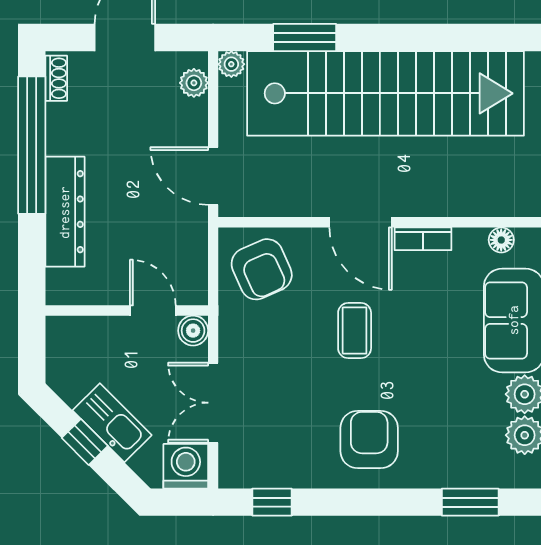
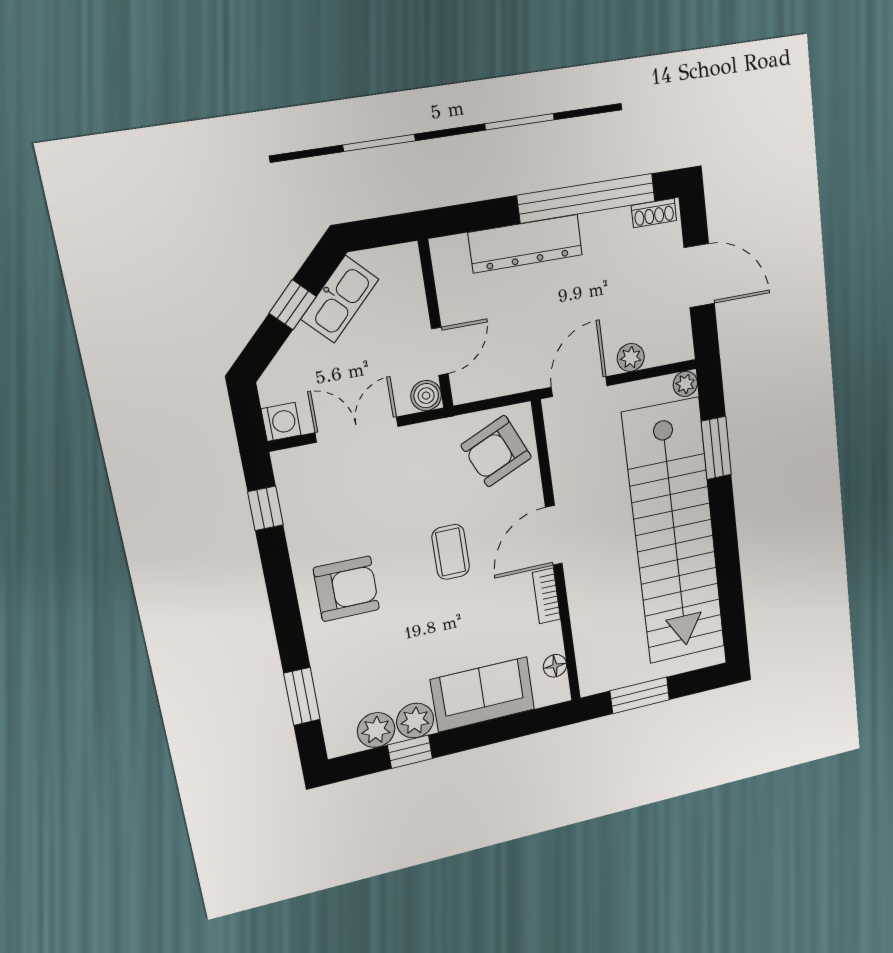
plant: (194, 83) -> (631, 357), moved
coffee table: (355, 331) -> (451, 552), turned 90
kitchen sink: (112, 423) -> (340, 299), moved
washing machine: (186, 466) -> (281, 422), width x0.73, depth x0.73

